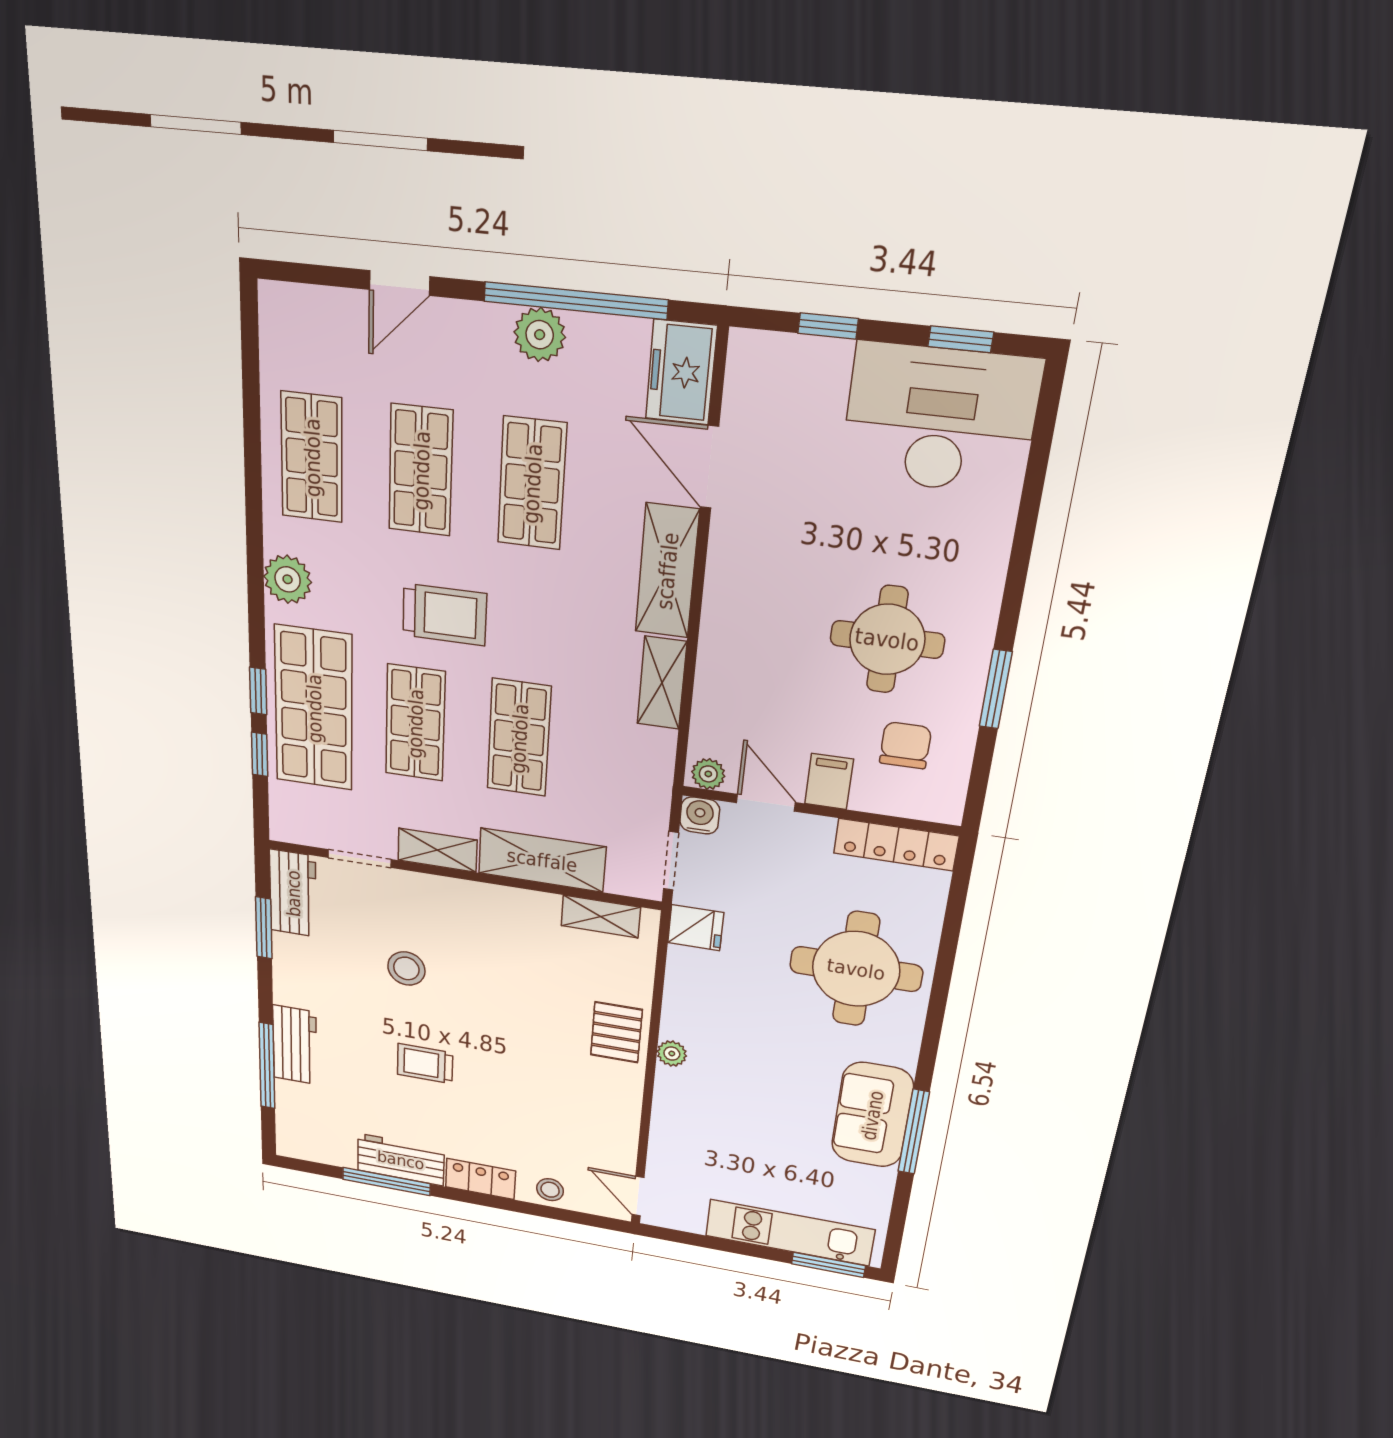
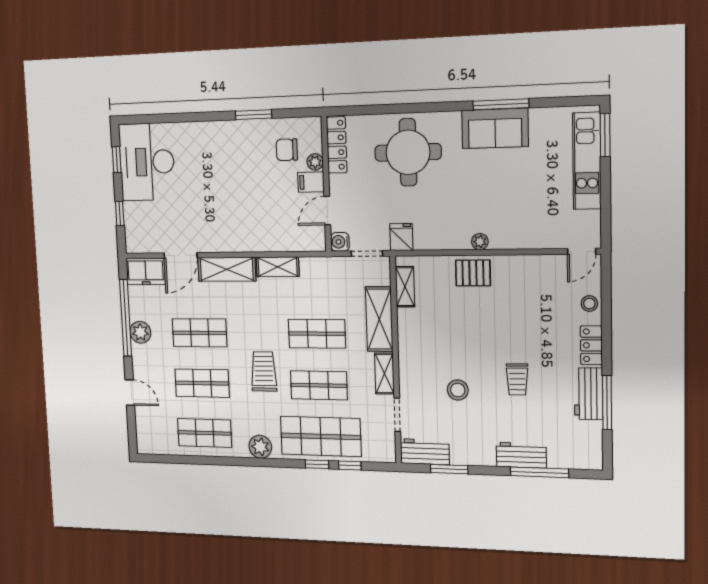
round table: (887, 639) -> (240, 167), removed
plant: (708, 774) -> (315, 162), moved

